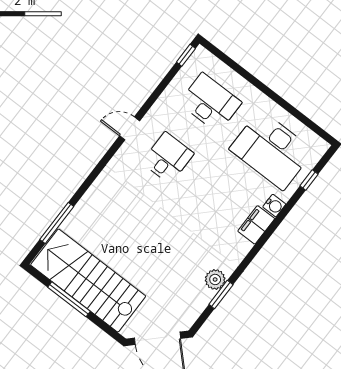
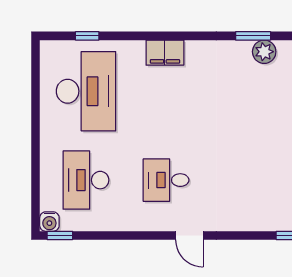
door: (130, 128) -> (189, 235), moved
water cooler: (274, 206) -> (49, 222), moved, turned 180
plant: (215, 279) -> (264, 52), moved

